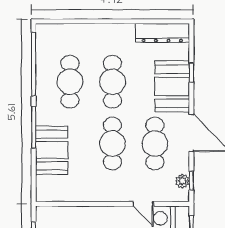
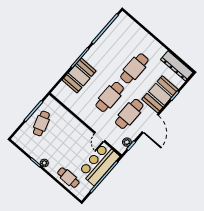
cafe table: (70, 82) -> (115, 51), removed

